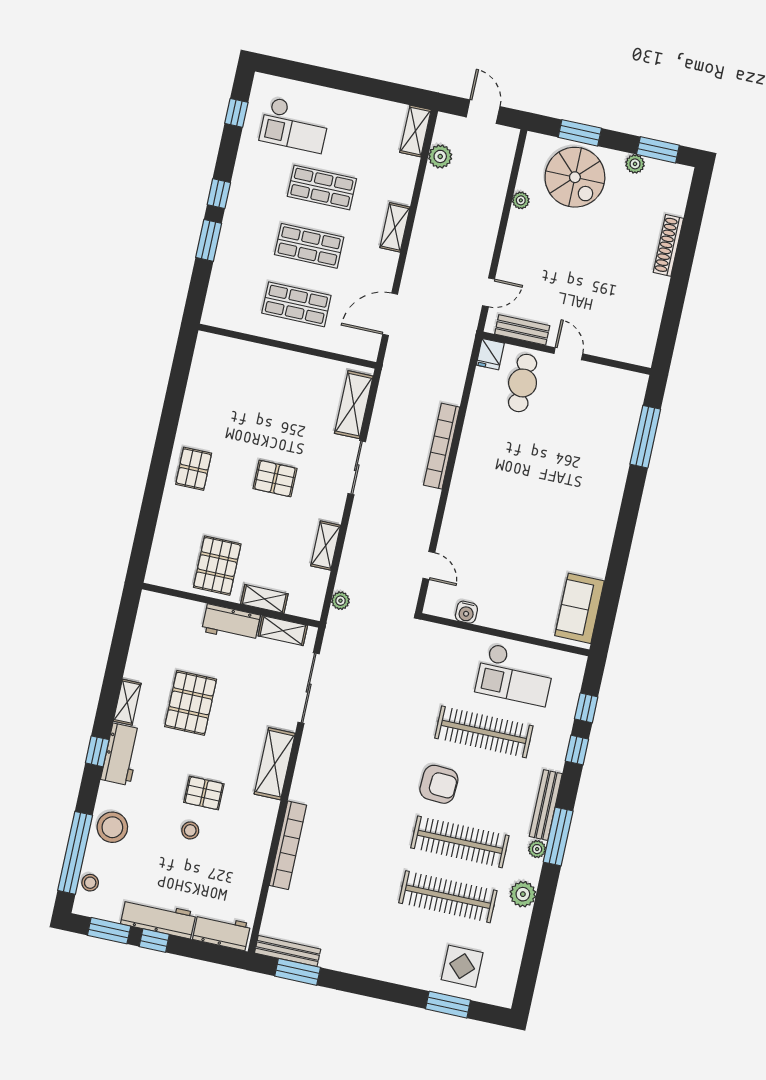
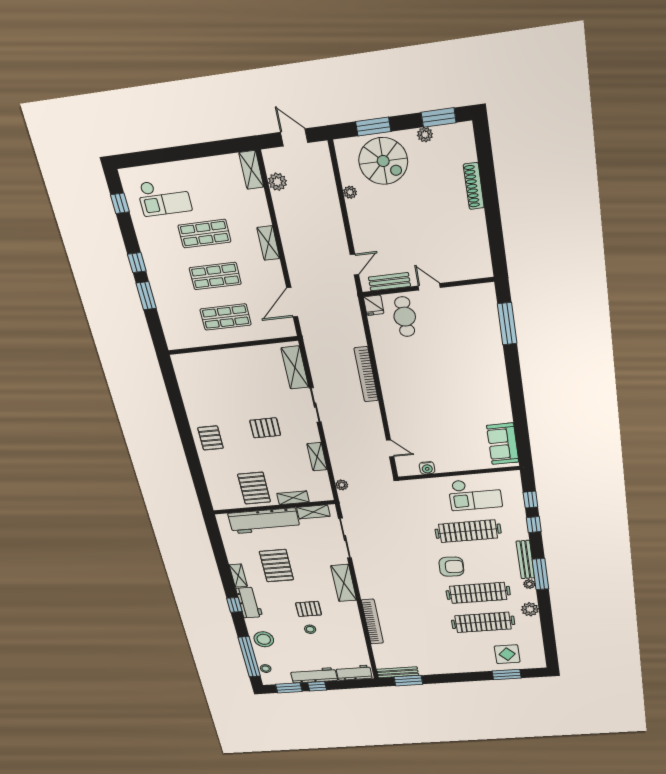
workbench: (231, 623) -> (264, 521), width x1.88, depth x1.32

